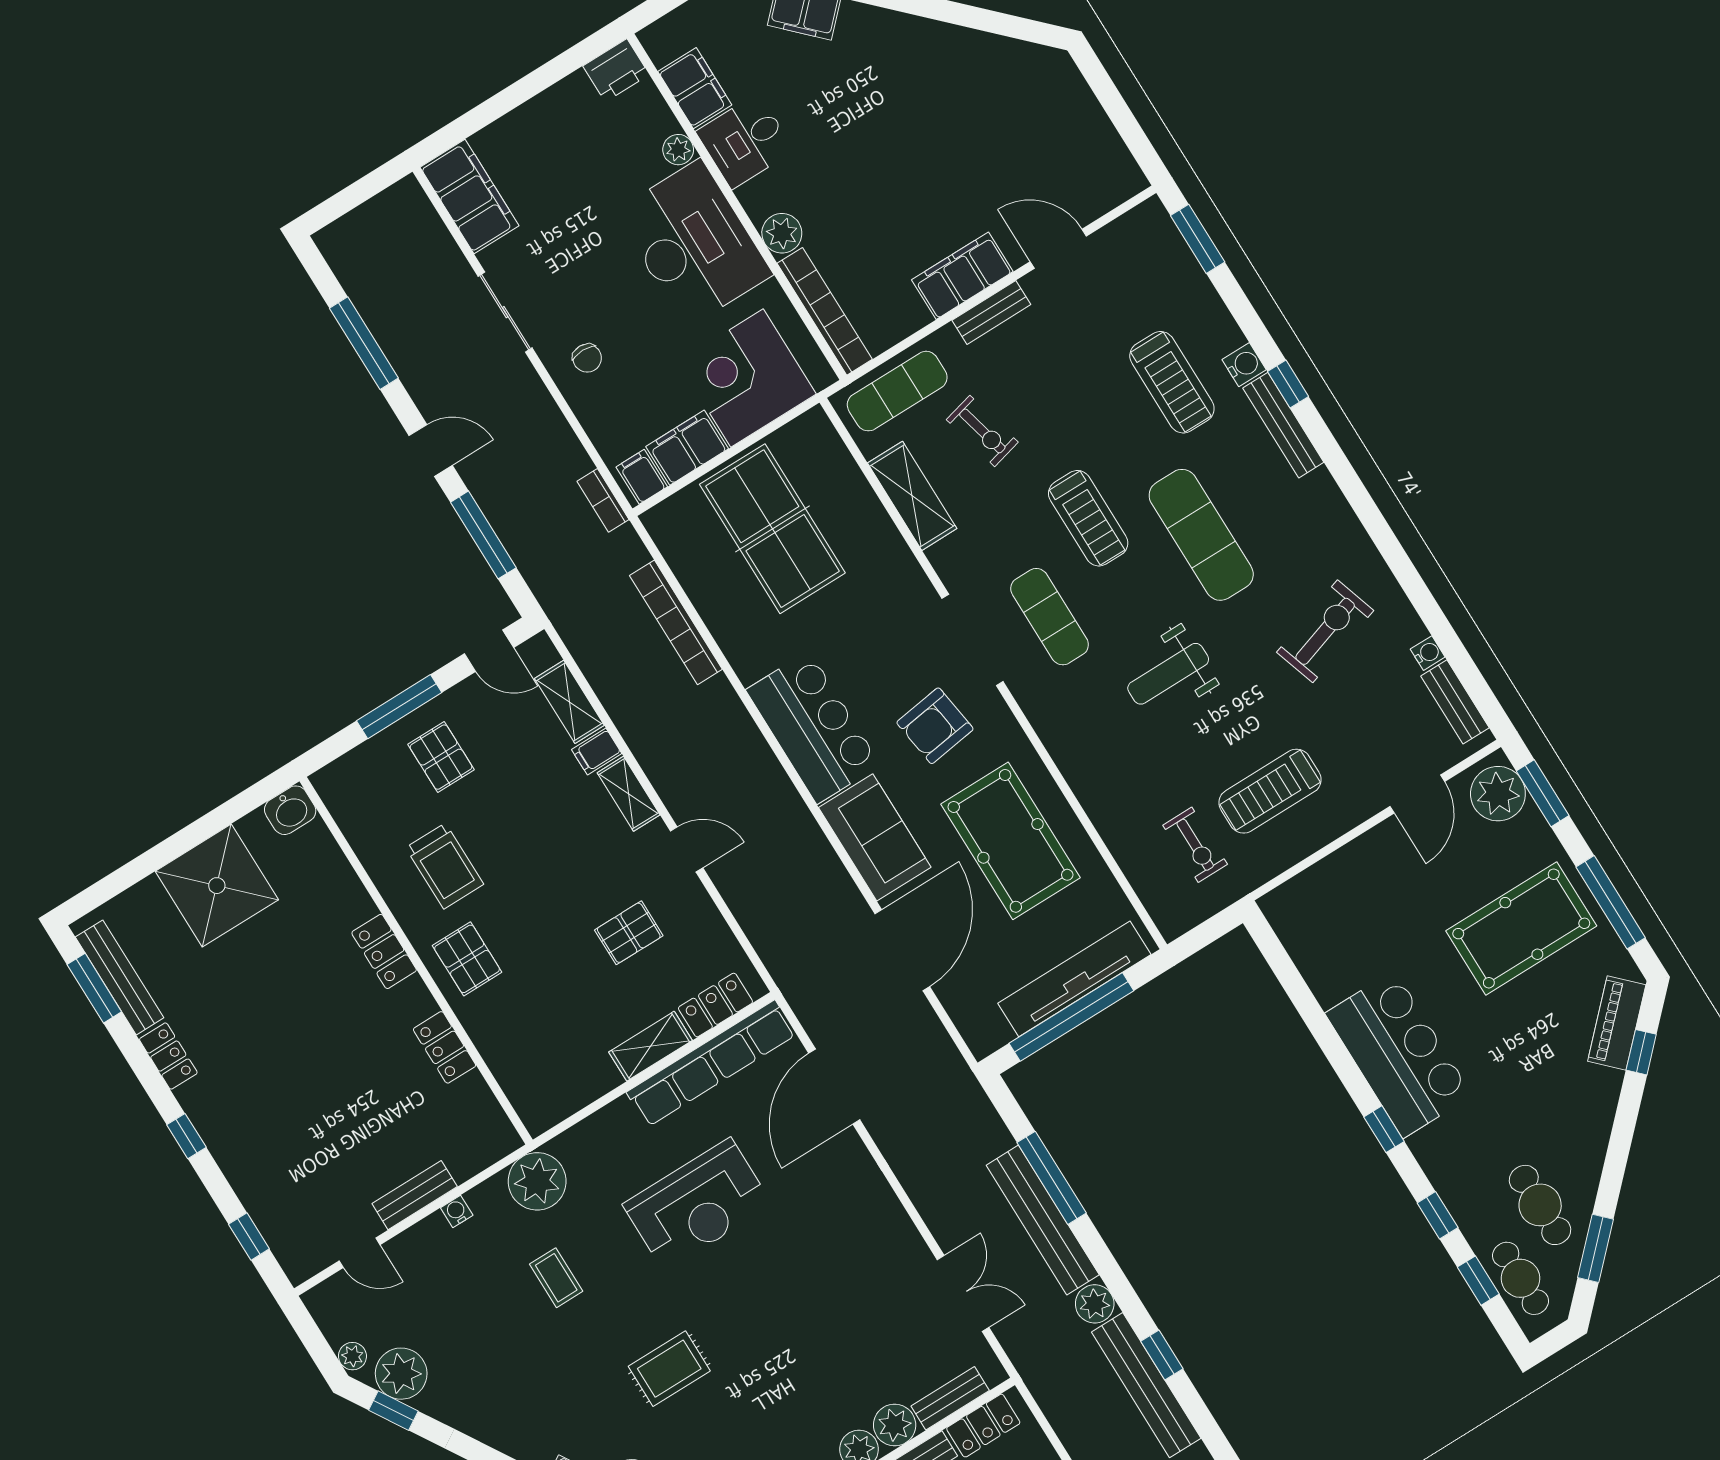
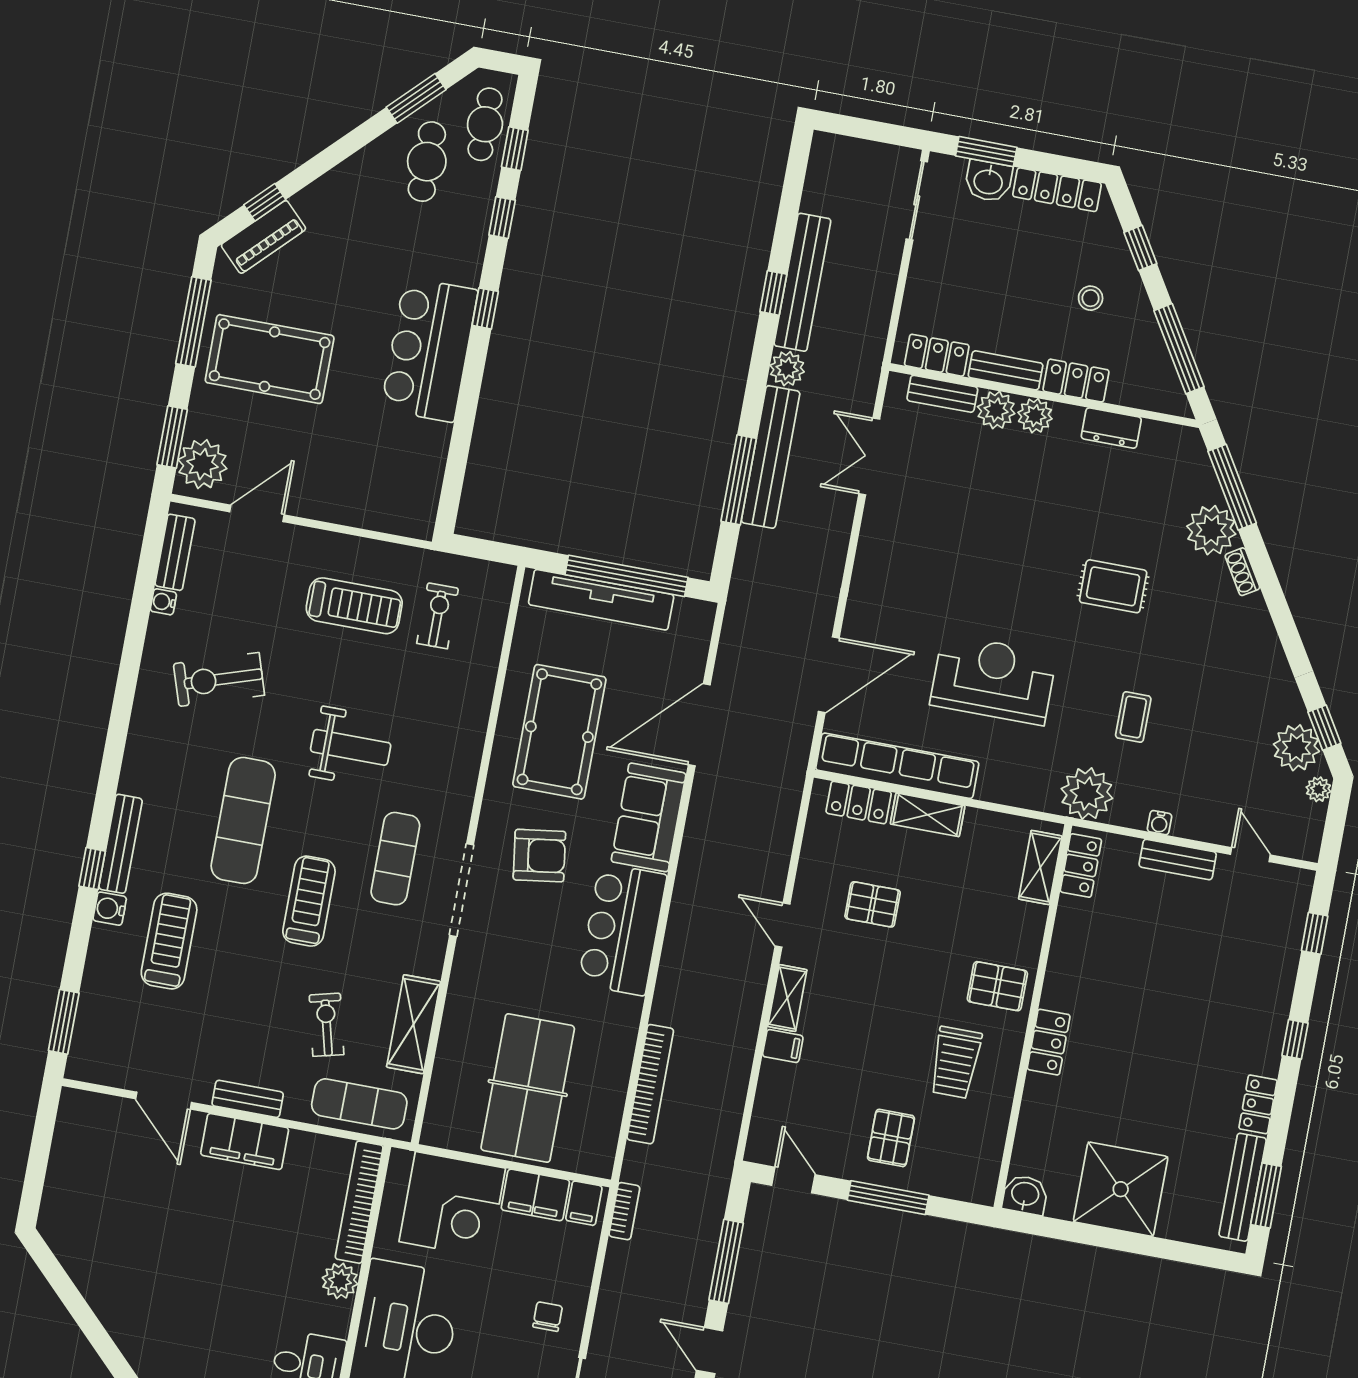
shelving: (569, 702) -> (1040, 867), moved
trolley: (445, 866) -> (955, 1062), turned 180
pallet: (467, 959) -> (997, 986), turned 90
locker: (445, 1047) -> (1081, 865), moved

